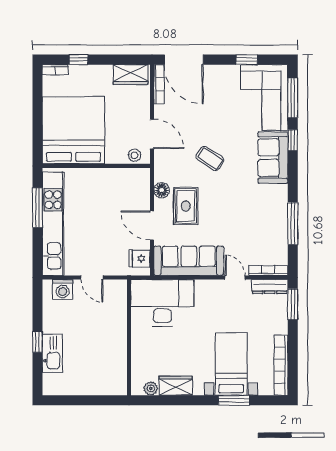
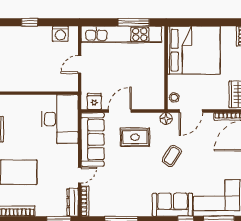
floor lamp: (162, 190) -> (166, 118), moved
washing machine: (63, 289) -> (60, 34), moved, turned -90
kitchen sink: (52, 353) -> (21, 34), removed

